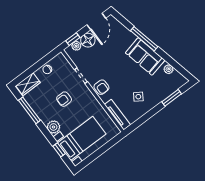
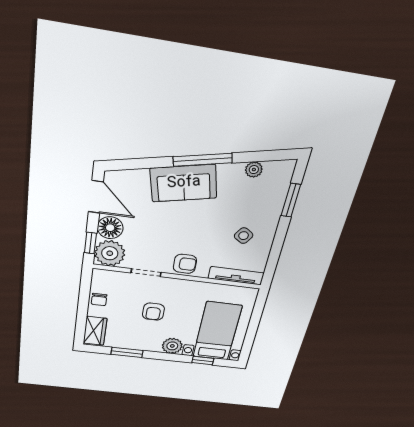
window: (144, 39) -> (203, 160), moved
plant: (76, 46) -> (110, 253), width x1.88, depth x1.88
sofa: (145, 56) -> (184, 183), moved
window: (29, 110) -> (127, 352), width x0.69

